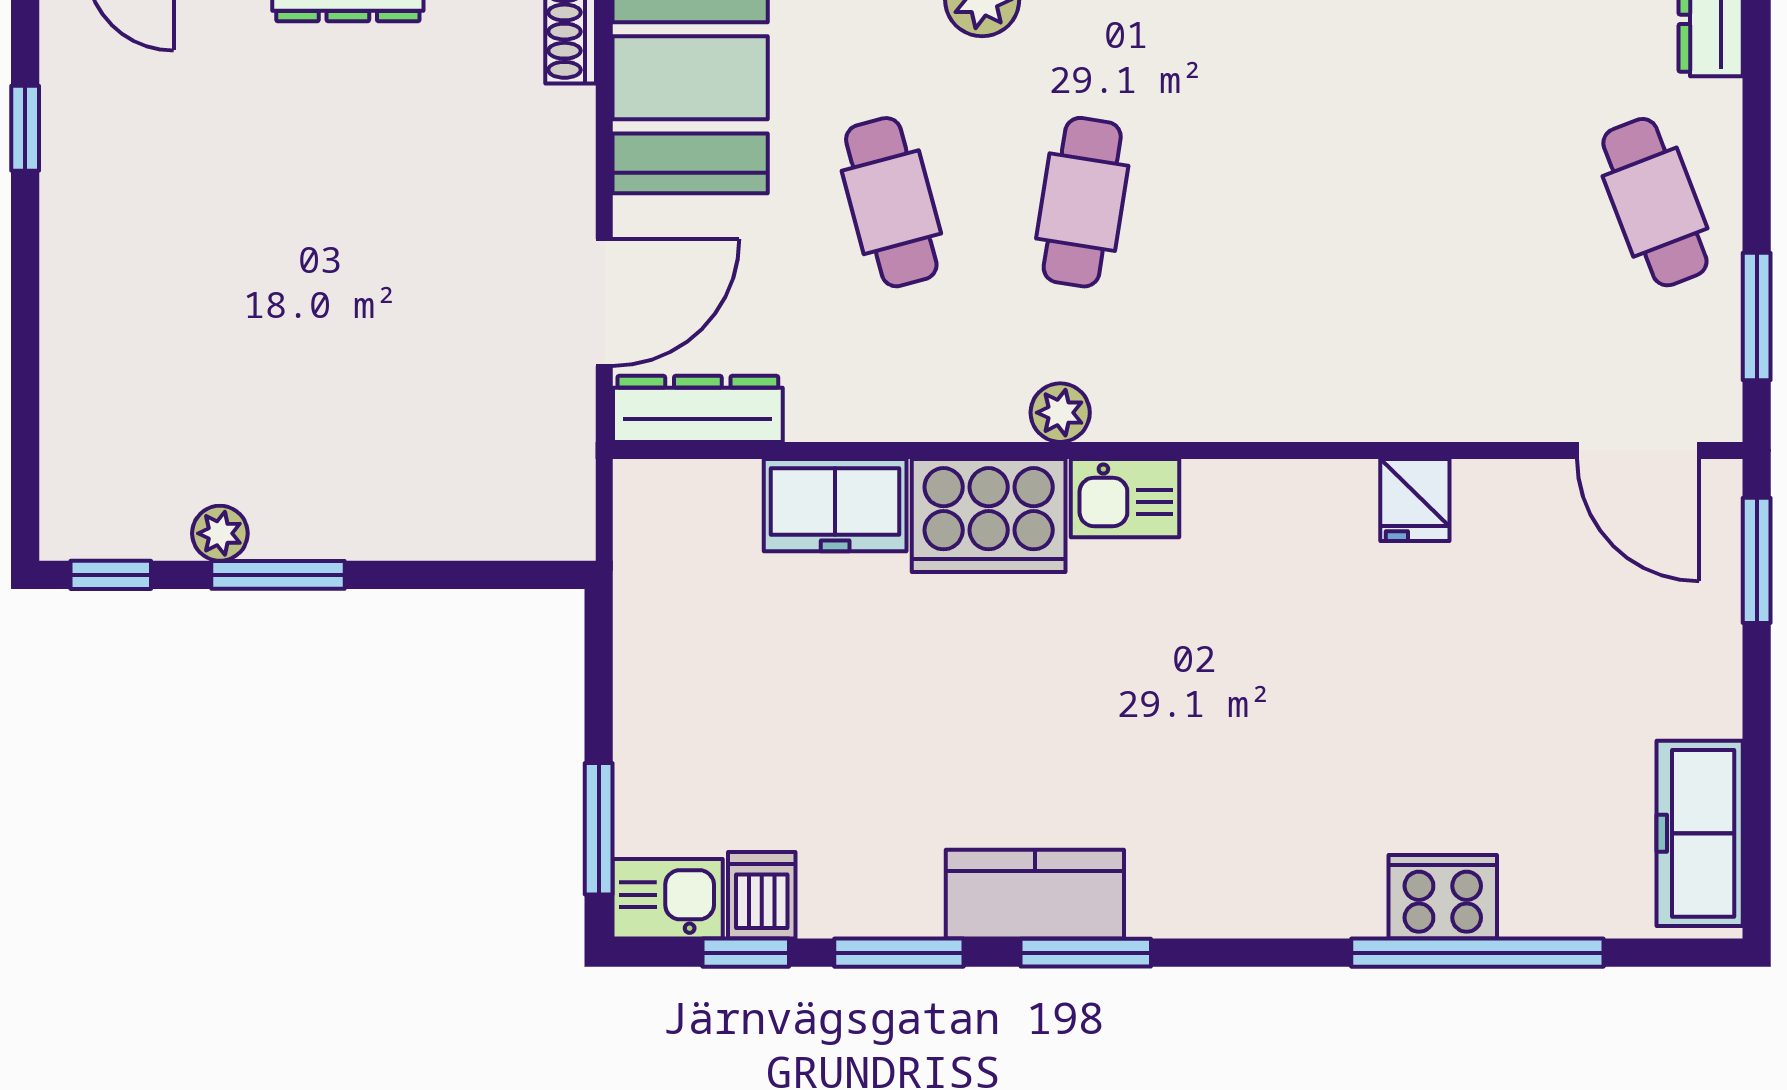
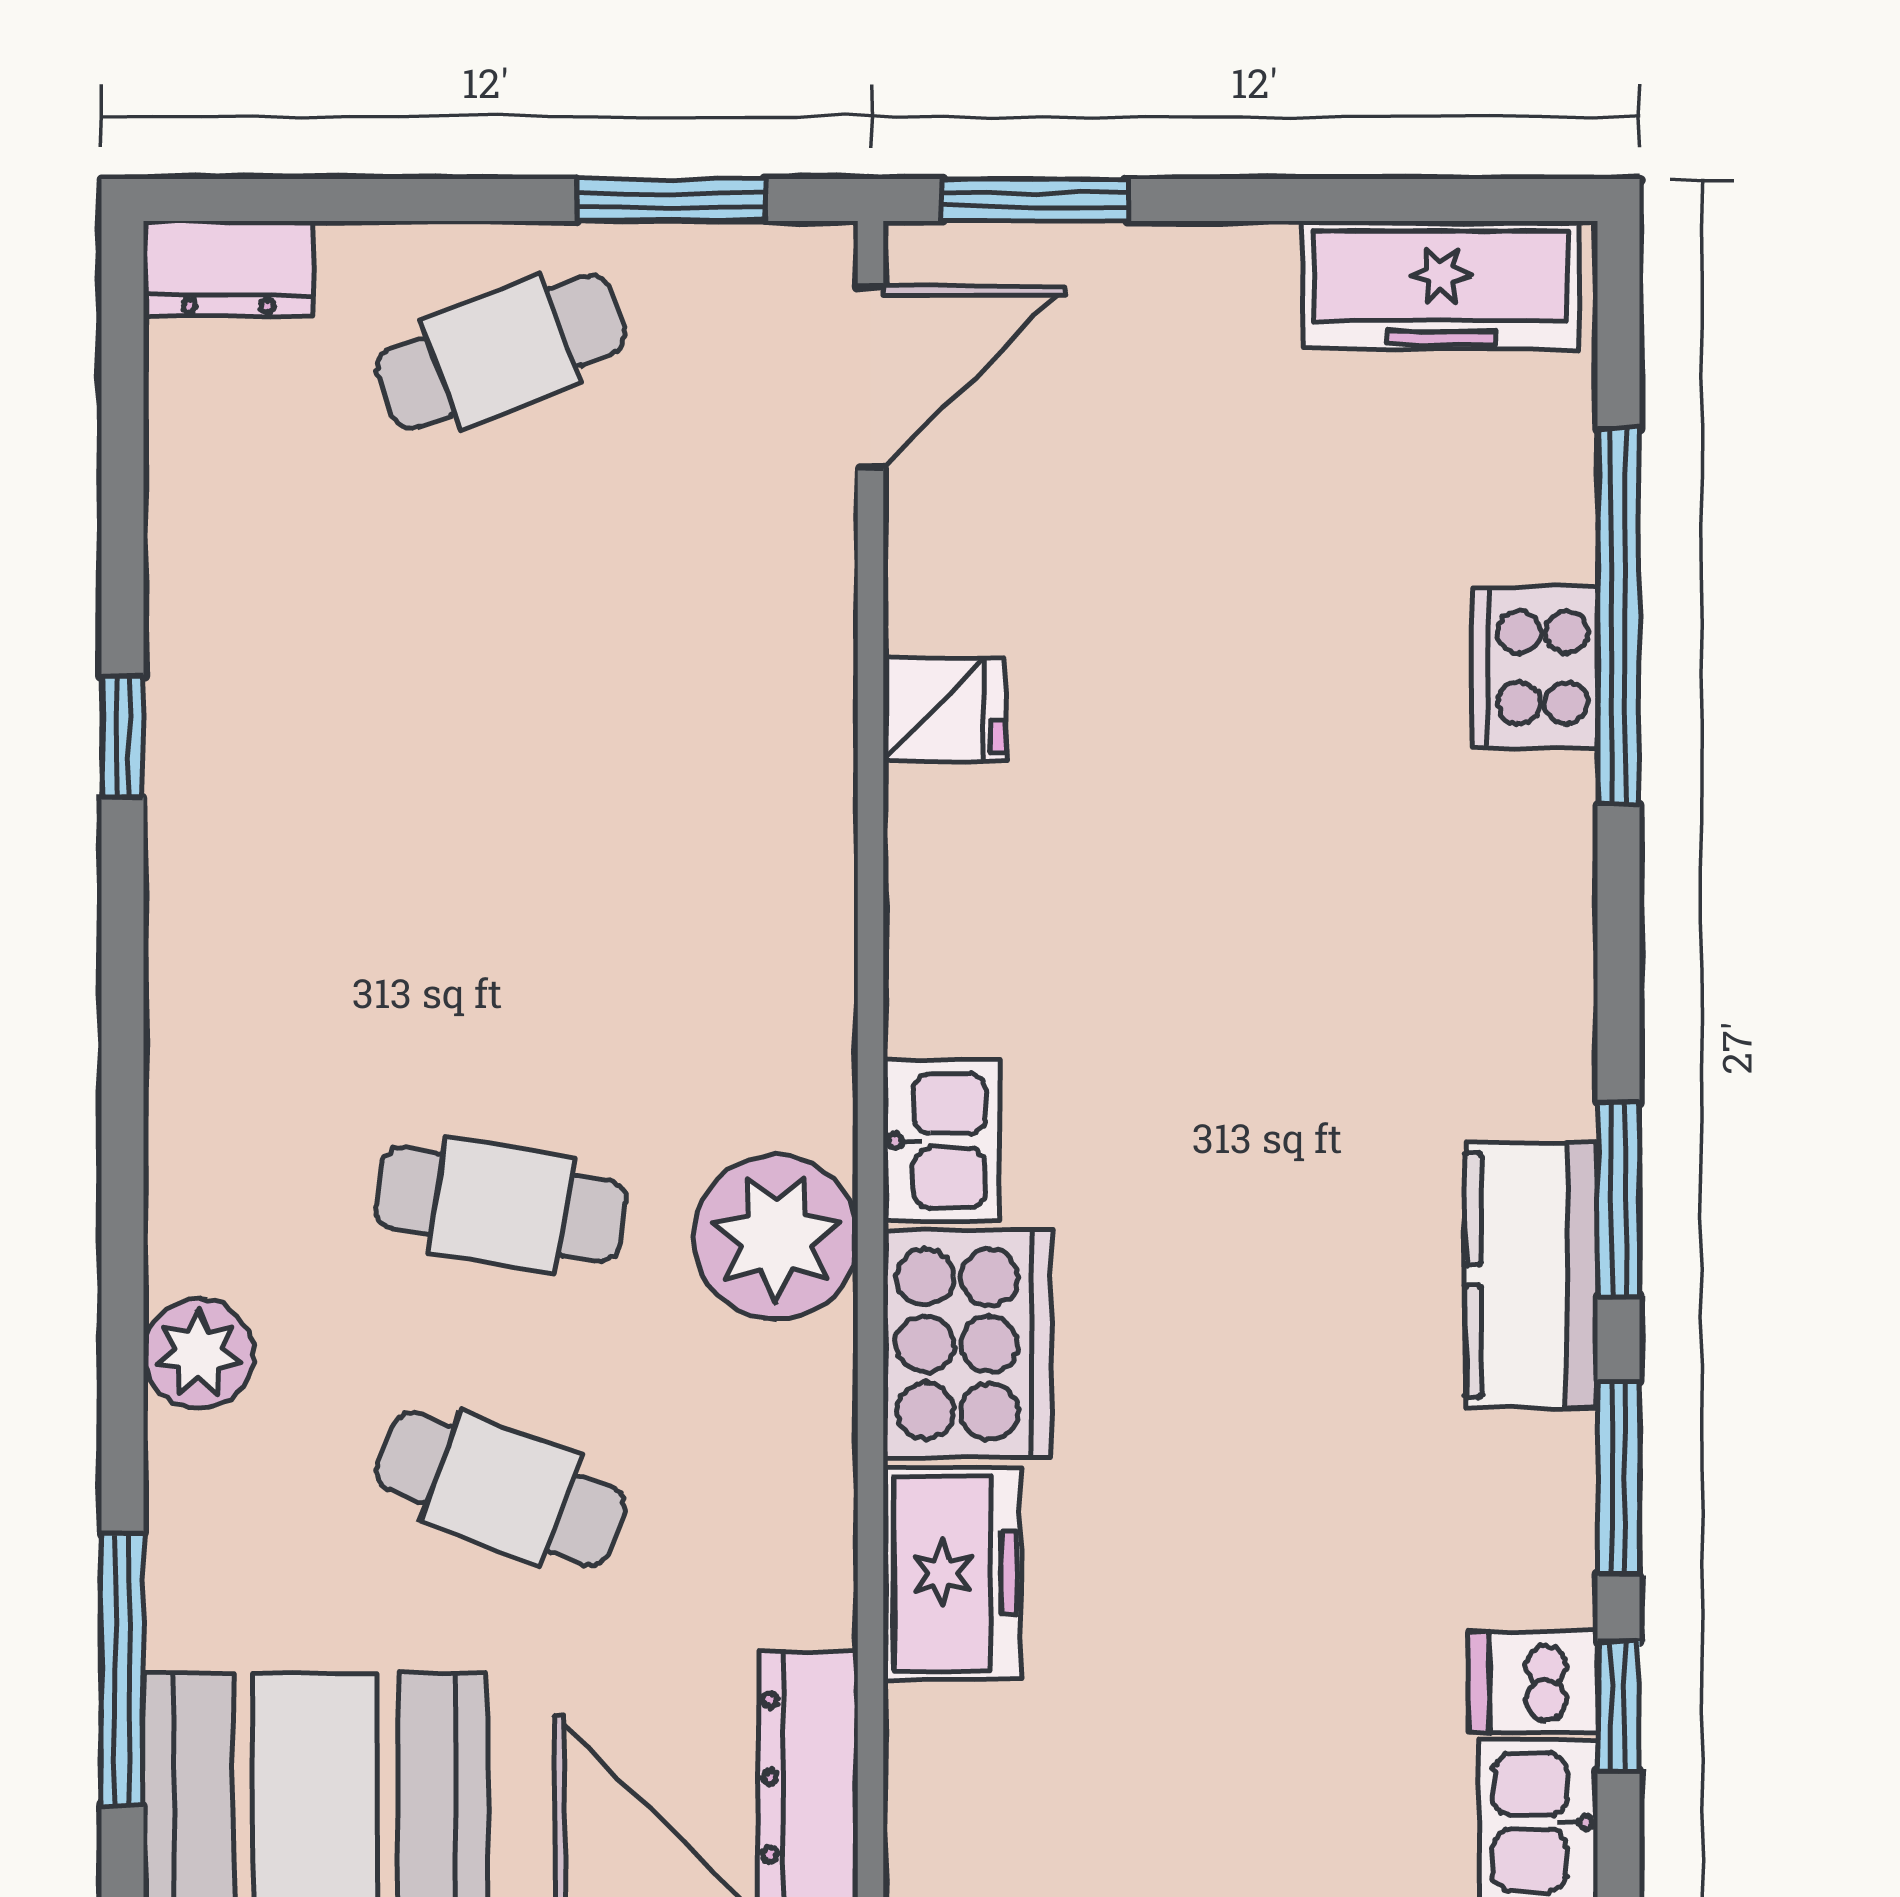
cafe table: (891, 202) -> (501, 1489), turned 36
plant: (1060, 413) -> (776, 1238), width x1.87, depth x1.87

